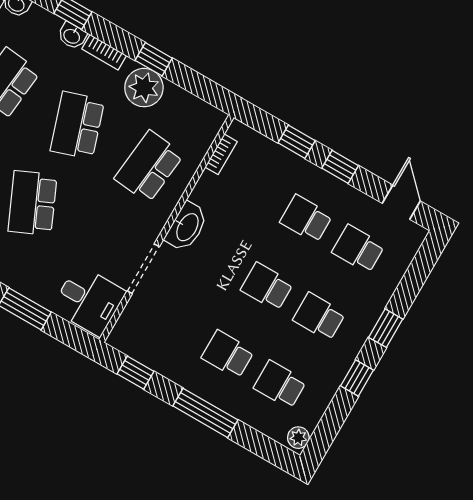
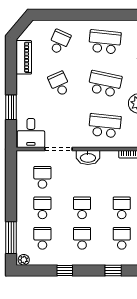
school desk: (77, 125) -> (105, 84), turned 30
school desk: (33, 203) -> (59, 84), width x0.54
school desk: (176, 324) -> (42, 177), added
window: (386, 328) -> (113, 270), moved
window: (136, 373) -> (11, 172), removed
window: (205, 413) -> (11, 238), moved

